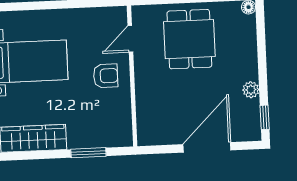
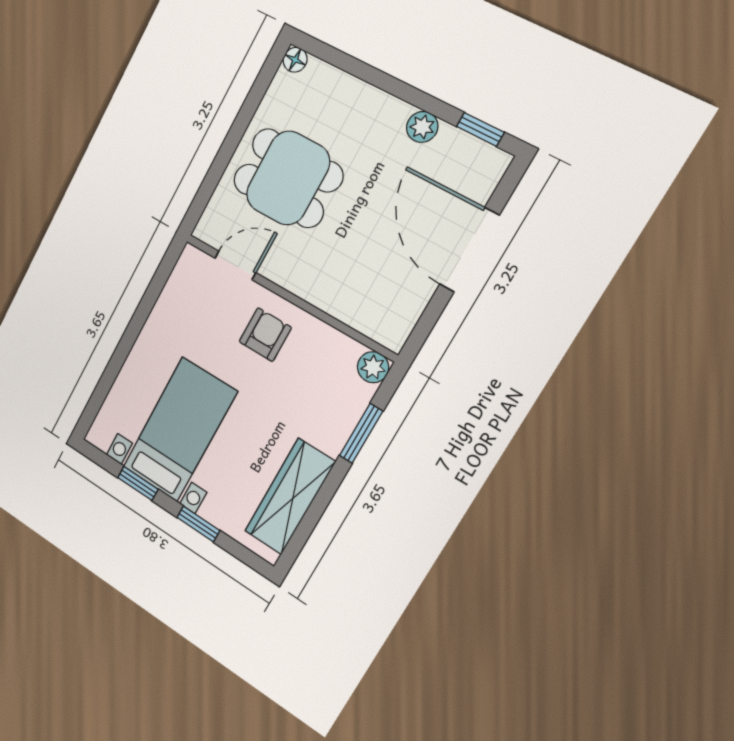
door: (130, 39) -> (235, 265), swing flipped
plant: (124, 138) -> (373, 367), added

